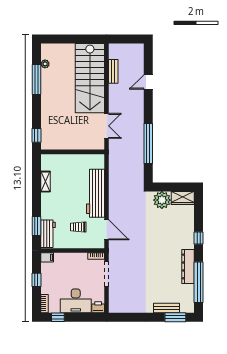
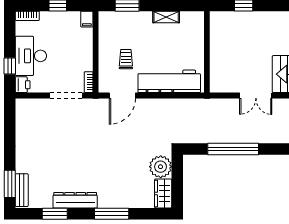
wall: (73, 152) -> (207, 52), moved
shelving: (45, 182) -> (166, 17), moved
workbench: (48, 234) -> (117, 20), removed
window: (199, 238) -> (112, 214), width x2.17
window: (199, 282) -> (55, 214), width x0.47
bench: (167, 308) -> (22, 190), moved
window: (58, 317) -> (10, 66), moved

